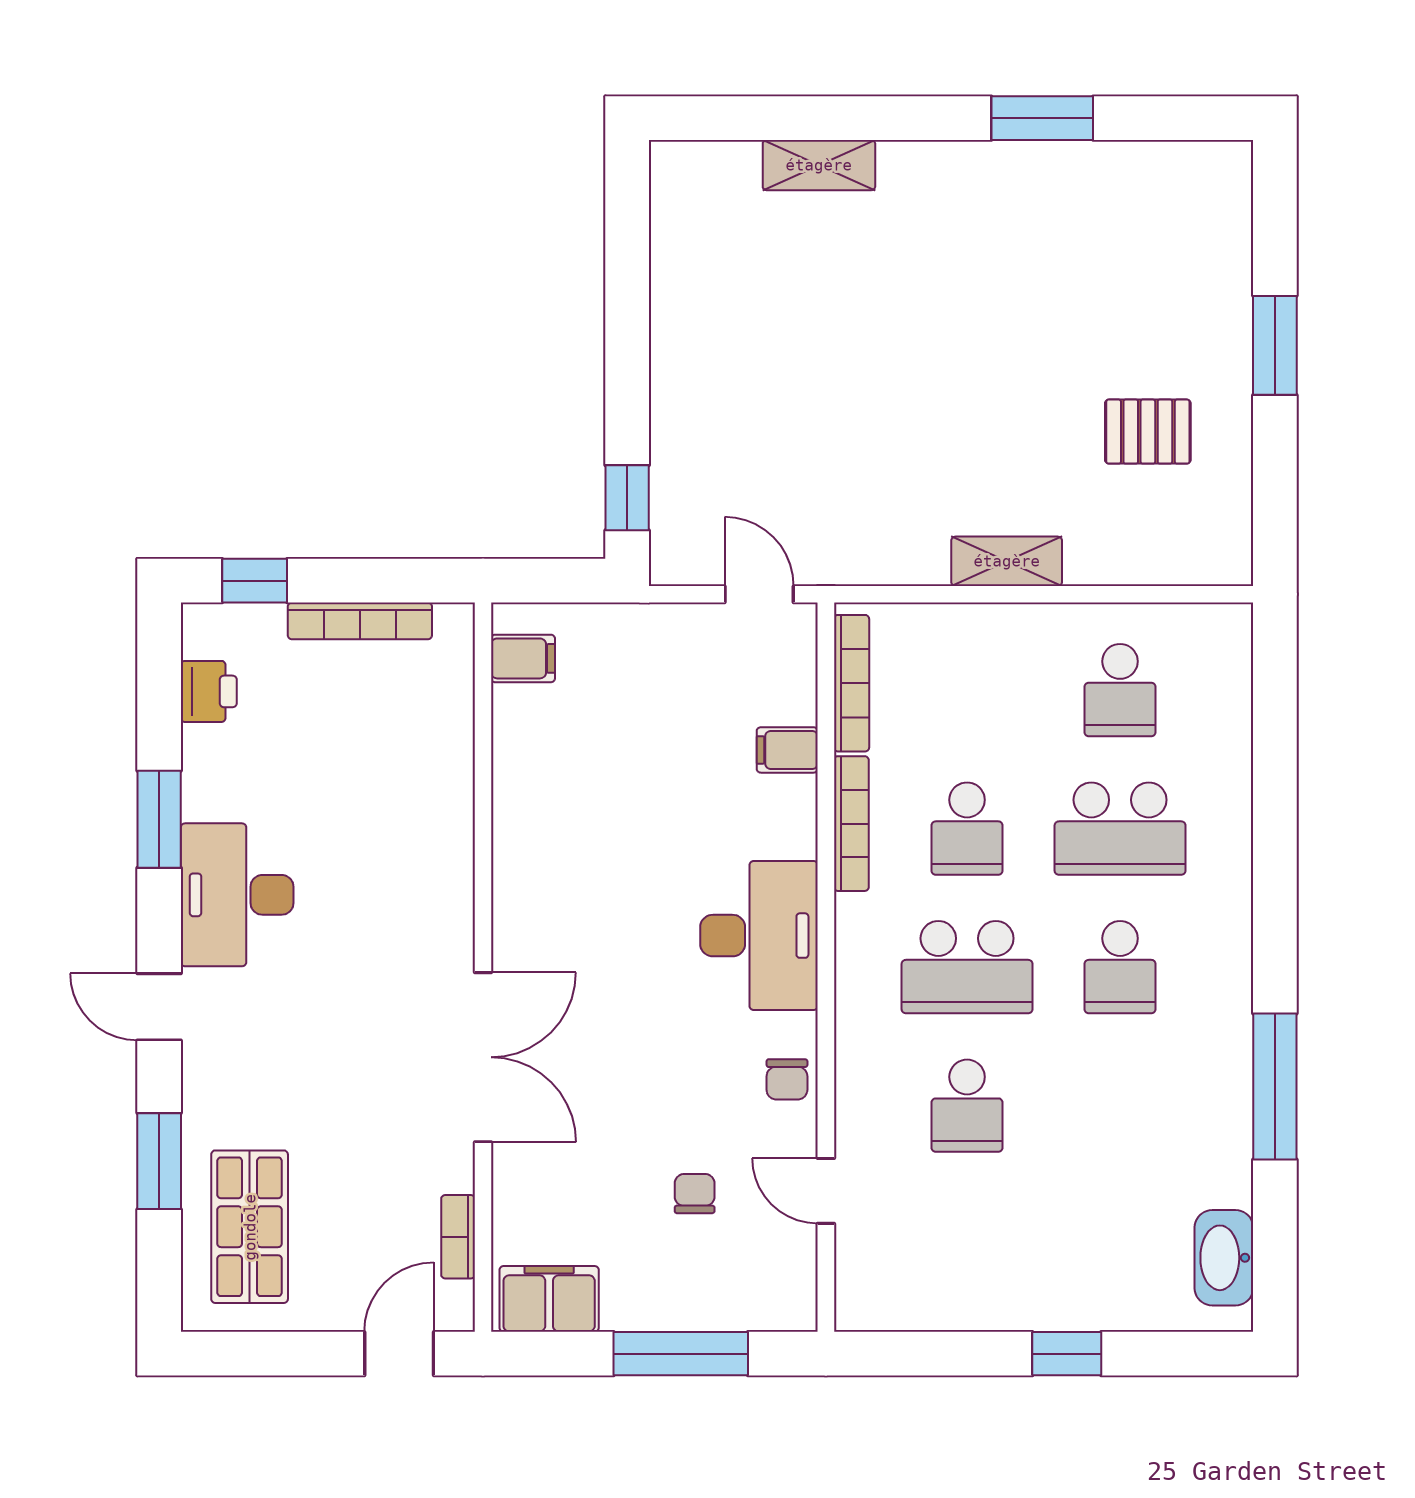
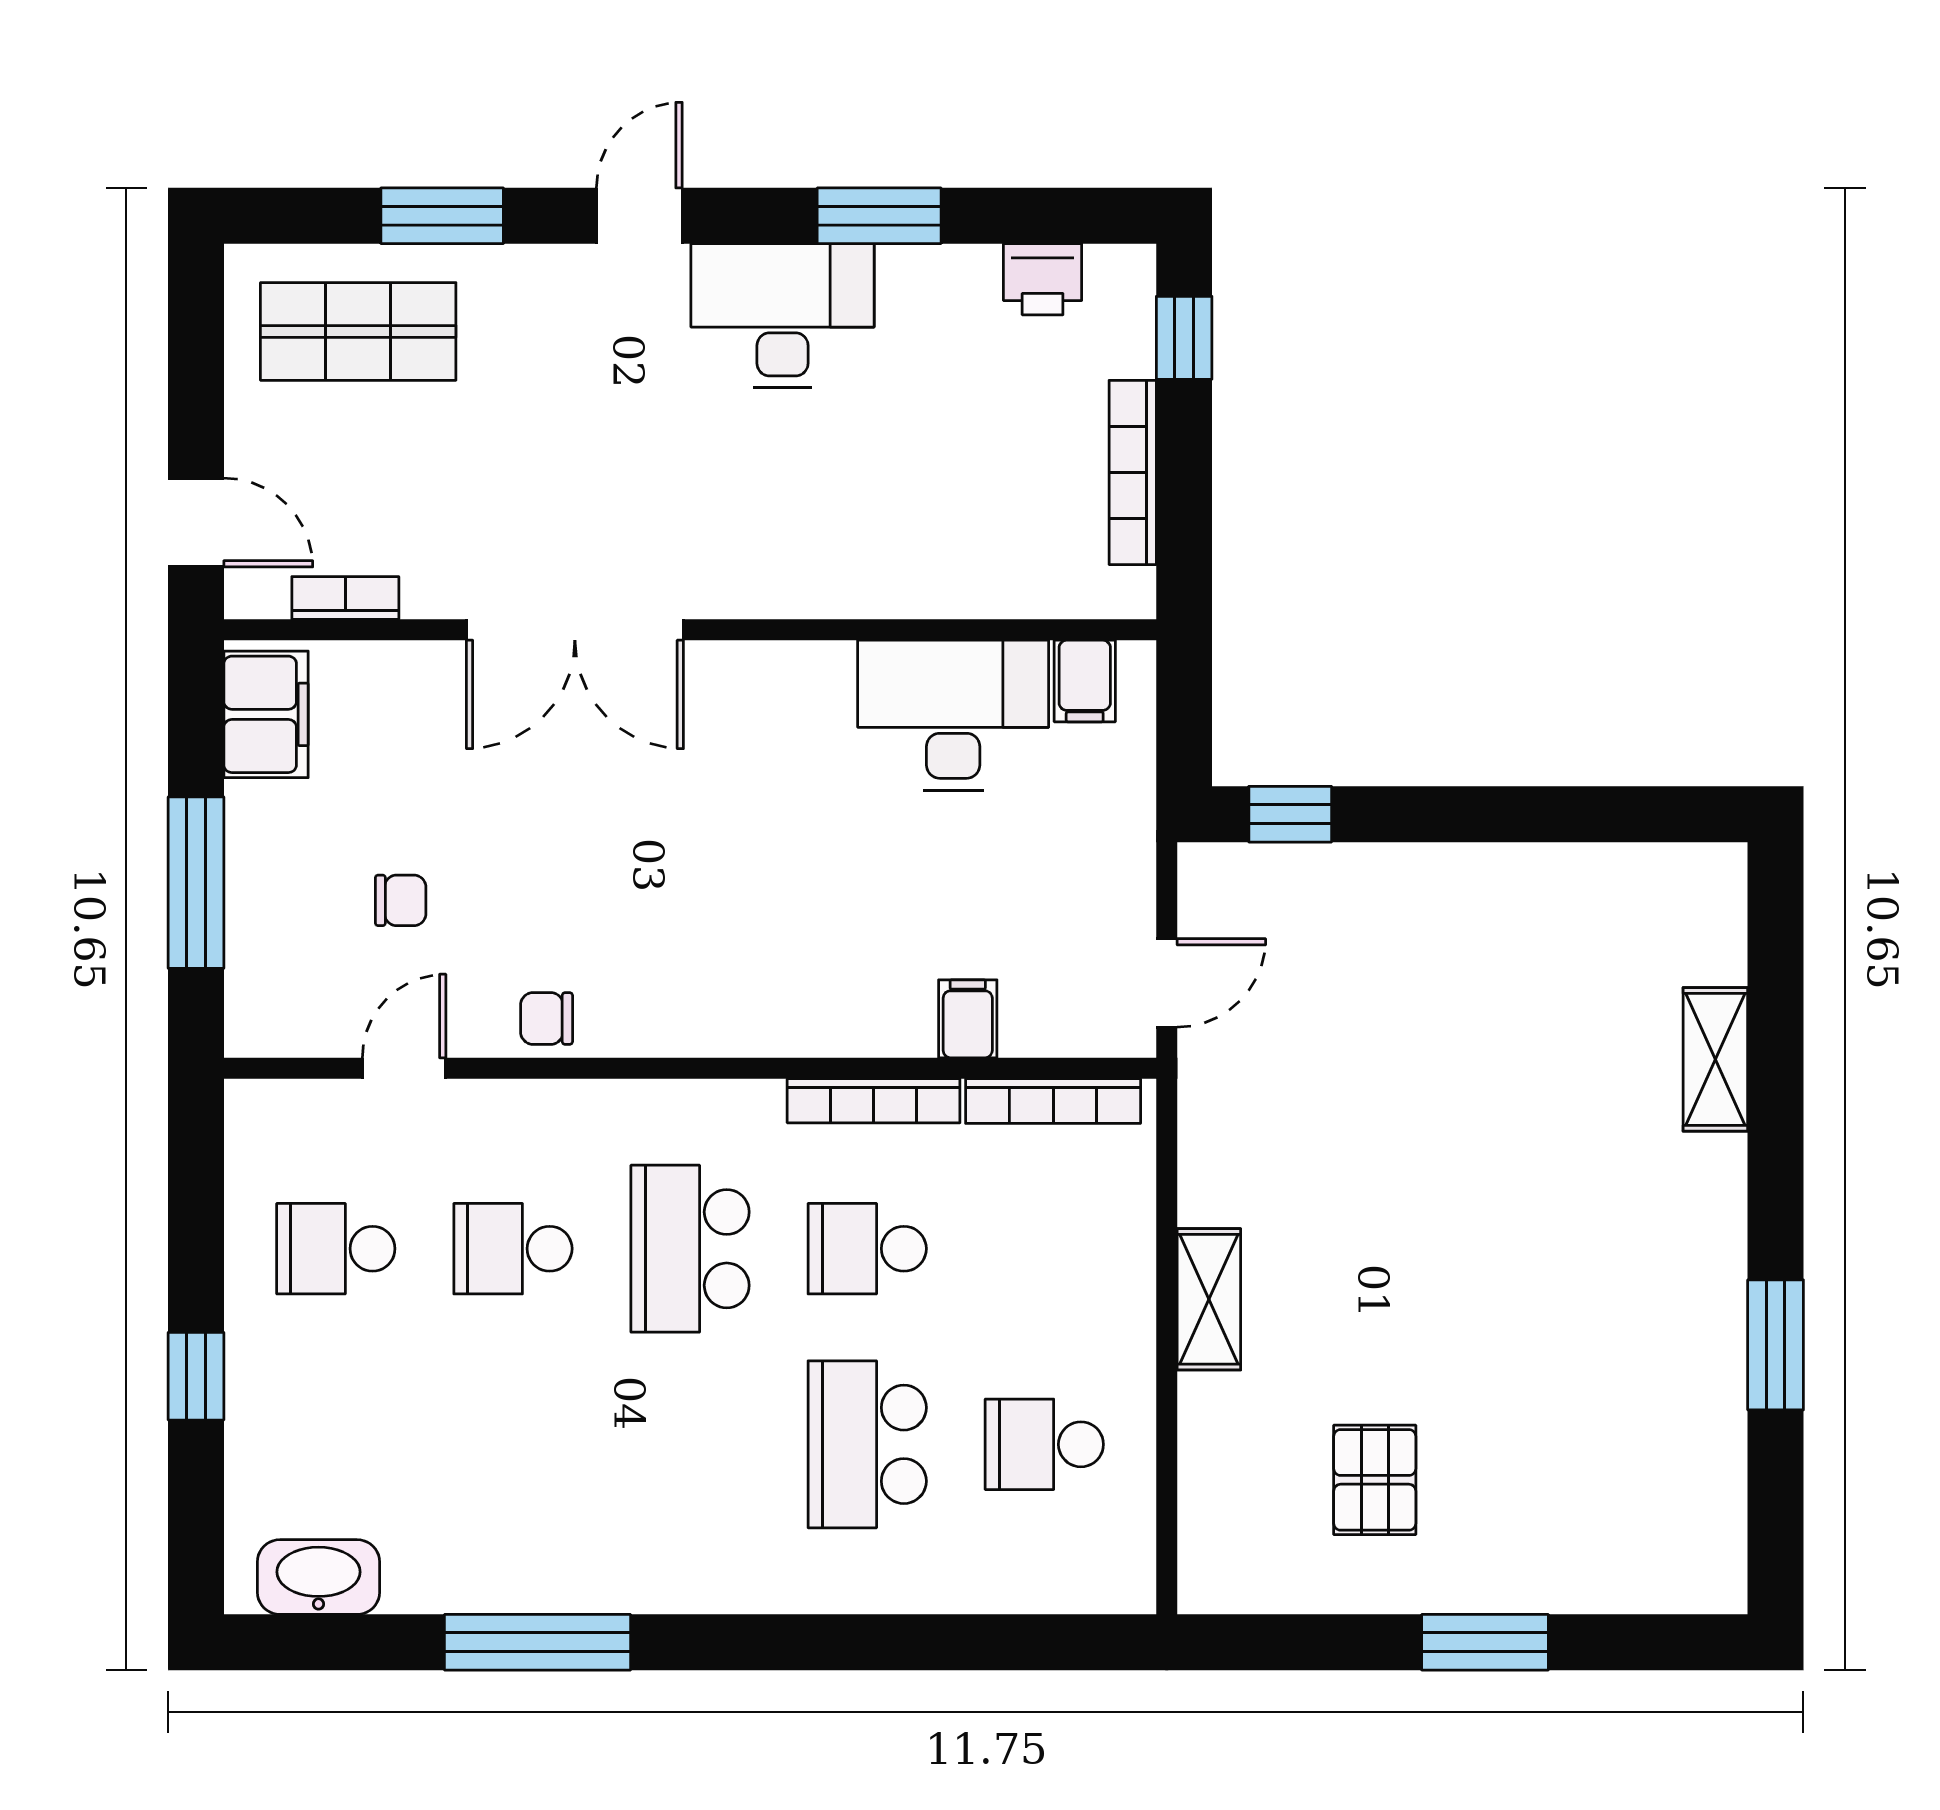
desk: (759, 936) -> (953, 715), moved, turned 180
school desk: (1120, 967) -> (336, 1249), moved

